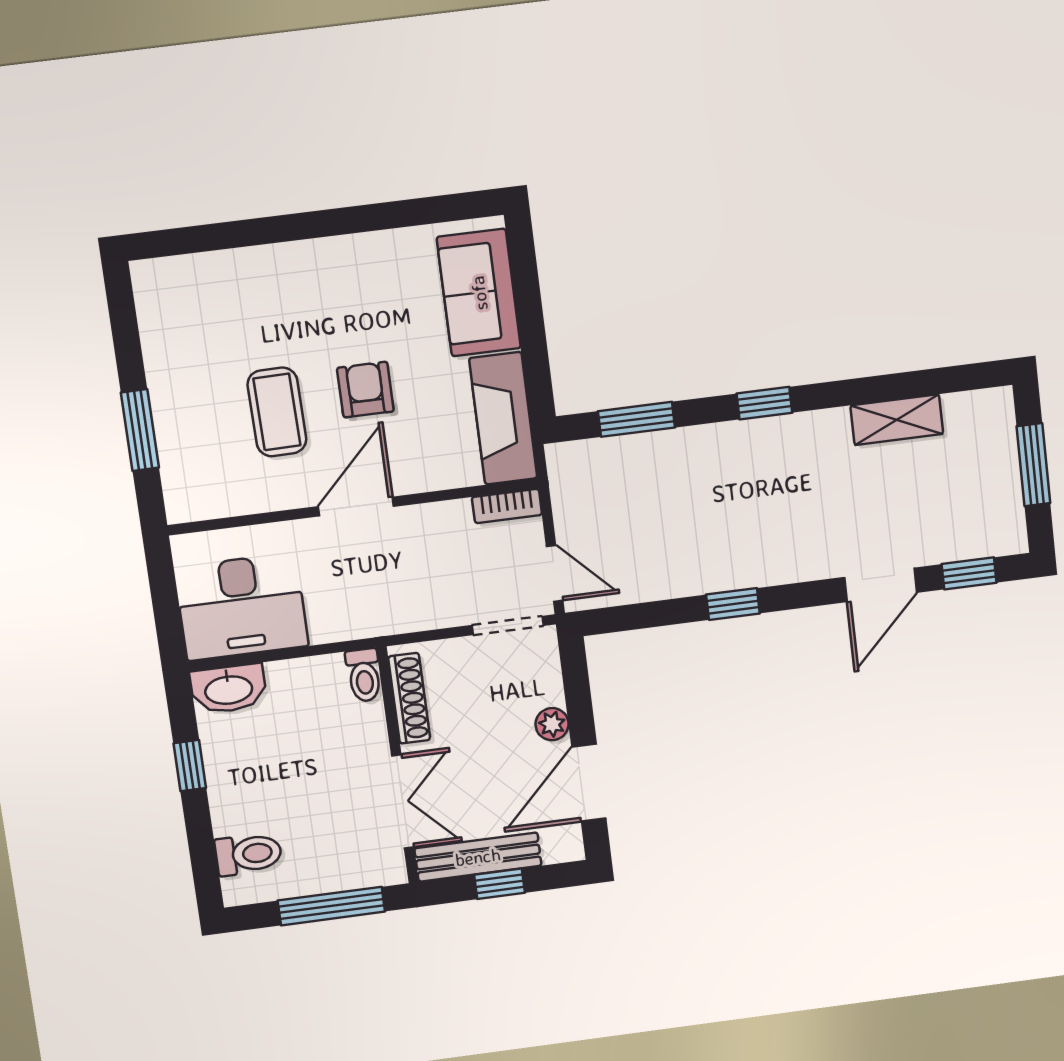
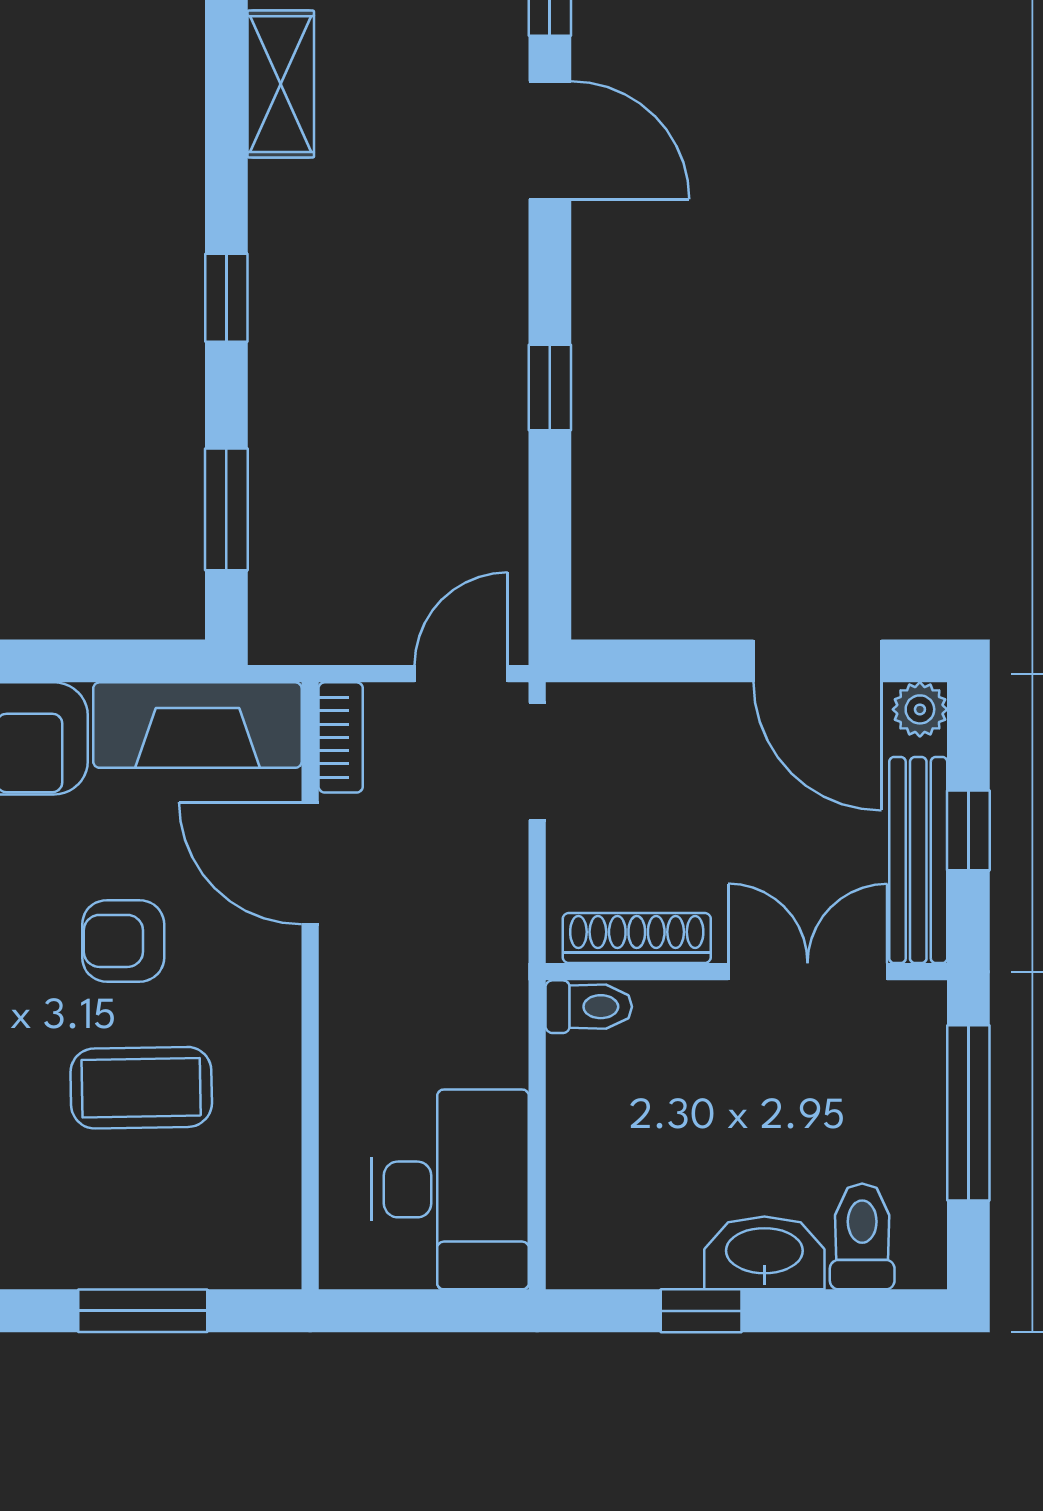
door: (356, 506) -> (310, 863), moved
washbasin: (229, 689) -> (764, 1253), moved, turned -90
plant: (552, 724) -> (920, 709), moved

